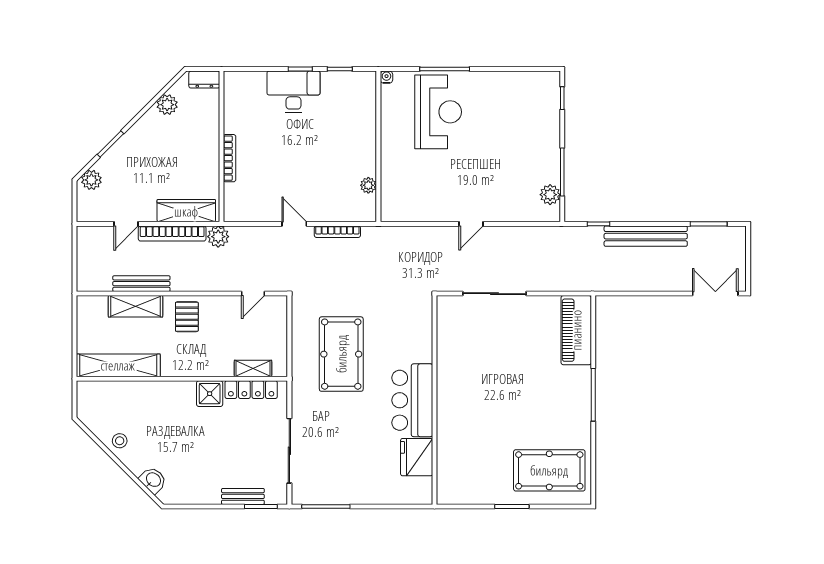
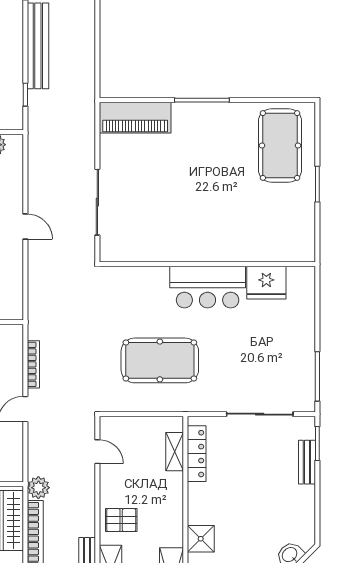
shower: (210, 394) -> (201, 539), moved

